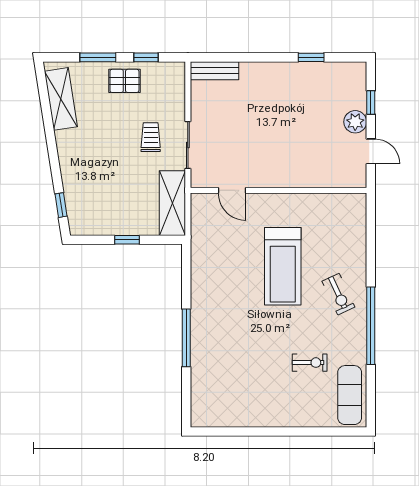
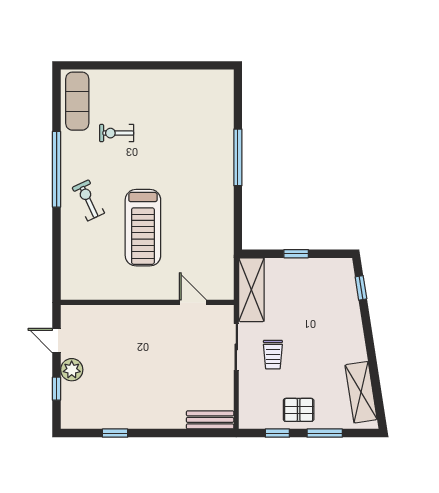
treadmill: (283, 266) -> (143, 228), turned 180

